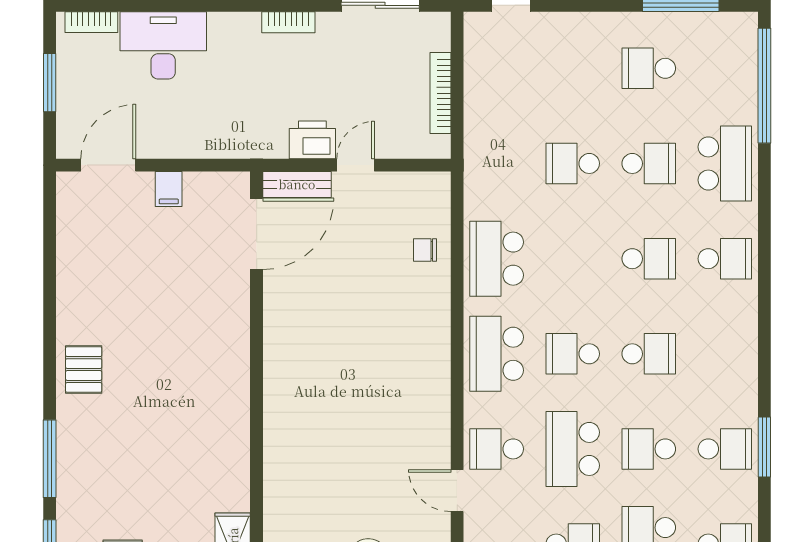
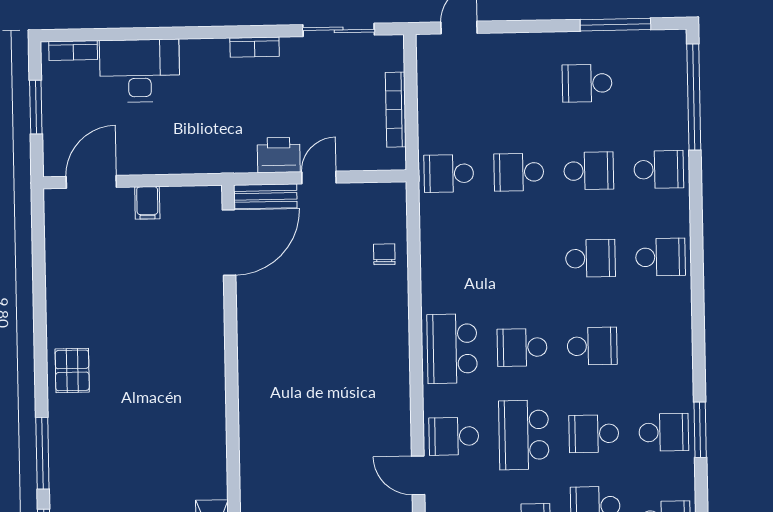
school desk: (725, 163) -> (659, 169), width x0.54
chair: (425, 250) -> (384, 254), turned 90
school desk: (497, 259) -> (449, 173), moved, width x0.54

